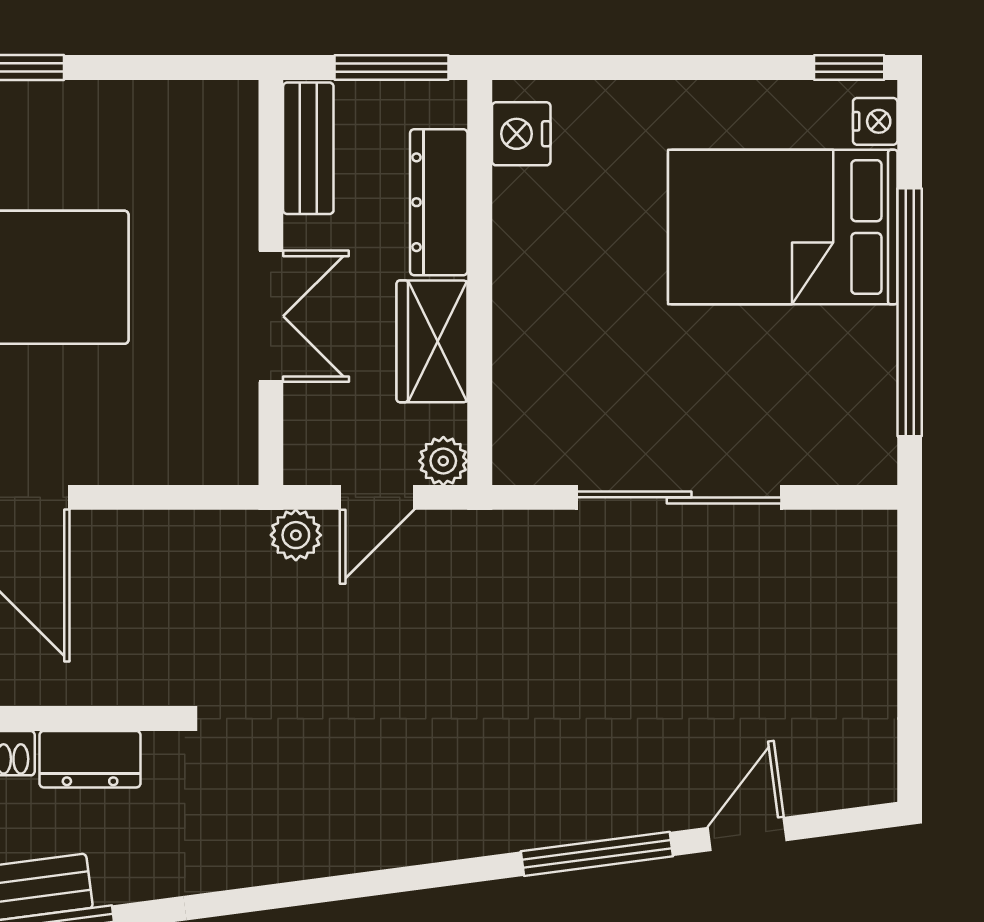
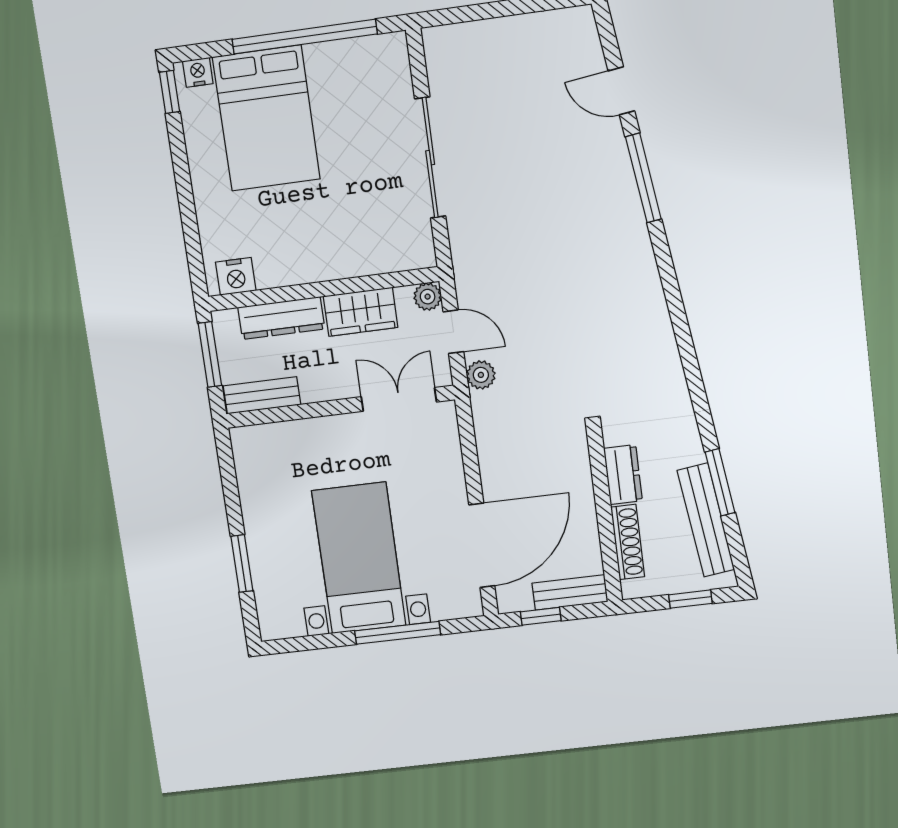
double door: (271, 316) -> (399, 399), moved

